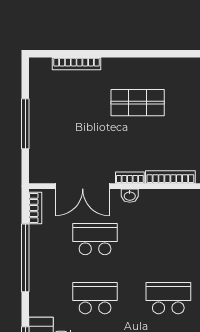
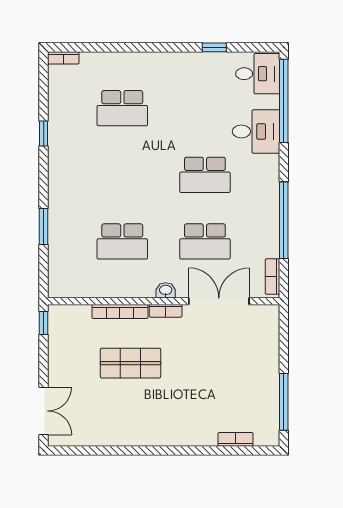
bookcase: (77, 64) -> (236, 439), width x0.64
shop shelf: (138, 103) -> (131, 363), moved
window: (25, 124) -> (284, 402), moved
school desk: (168, 298) -> (122, 241), moved

